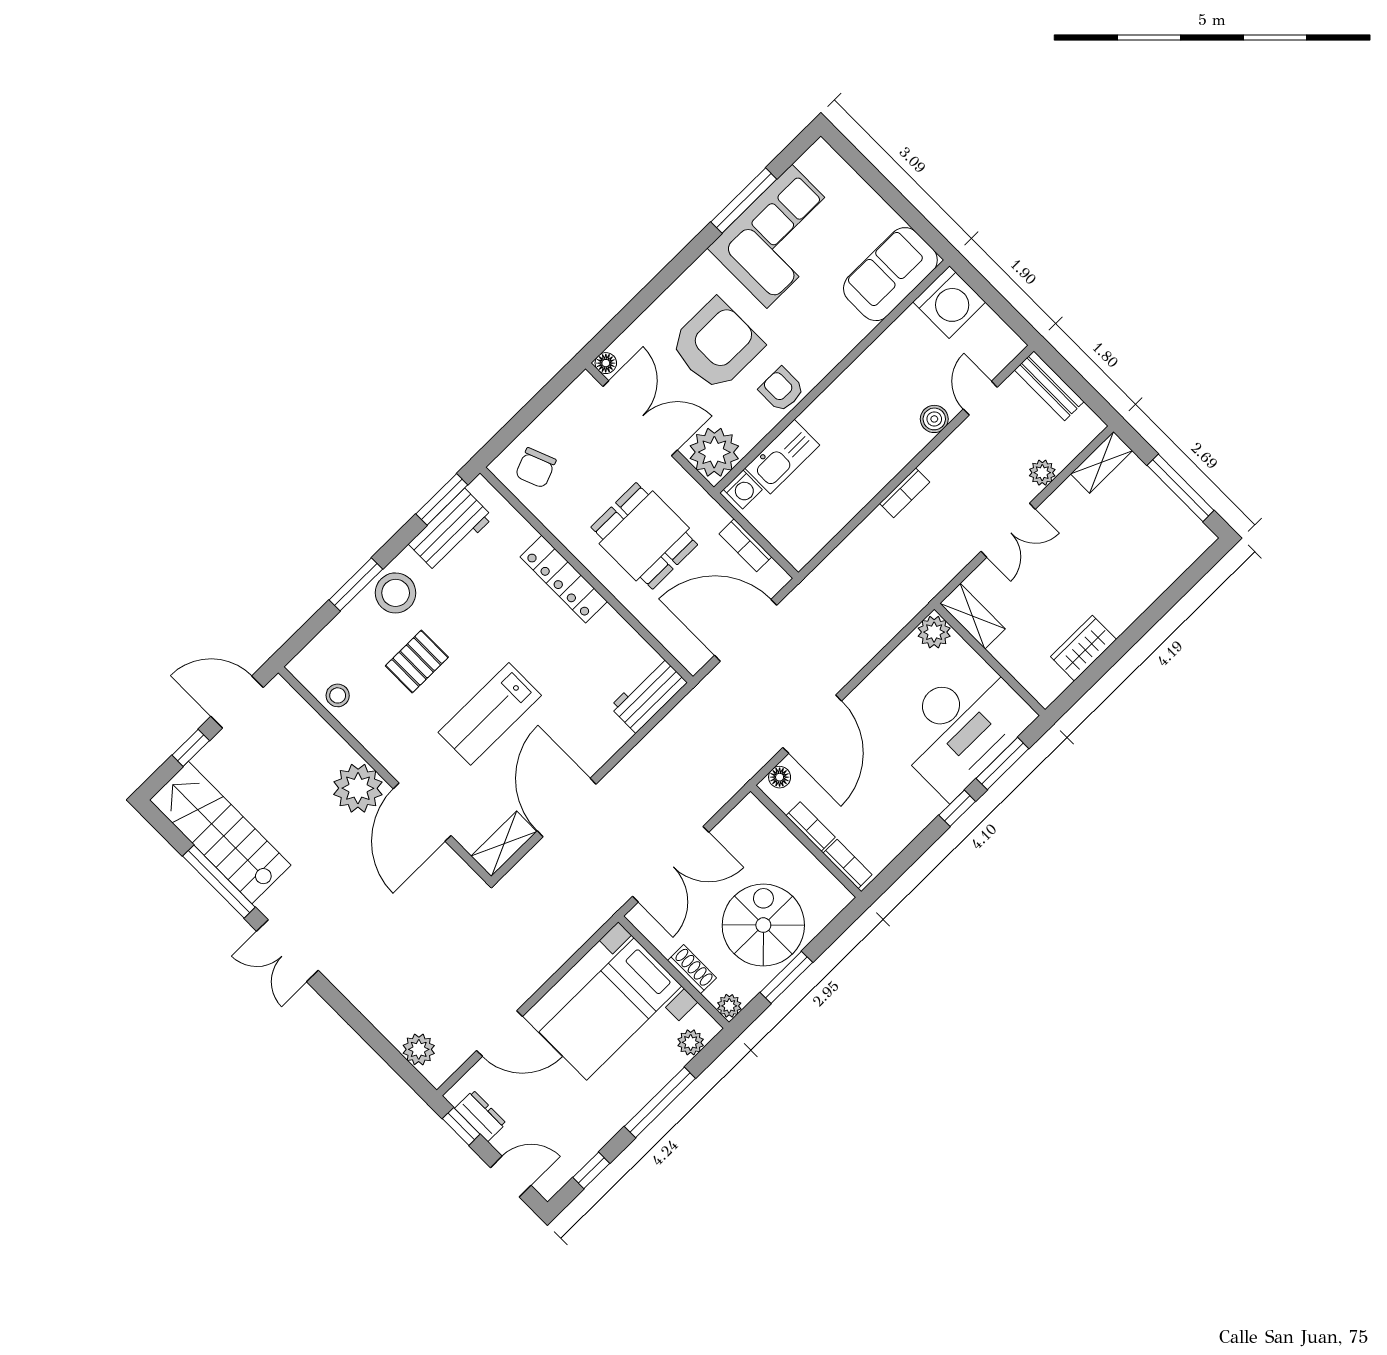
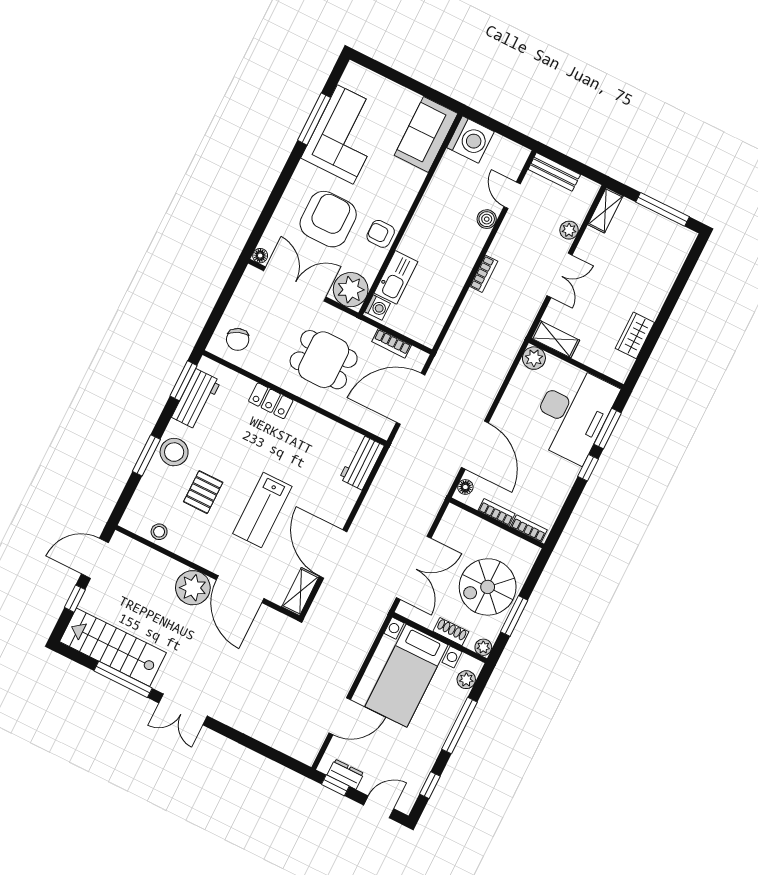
locker: (564, 579) -> (271, 401), width x0.66
spiral stairs: (763, 925) -> (488, 587), turned -90
plant: (419, 1049) -> (291, 745), removed

